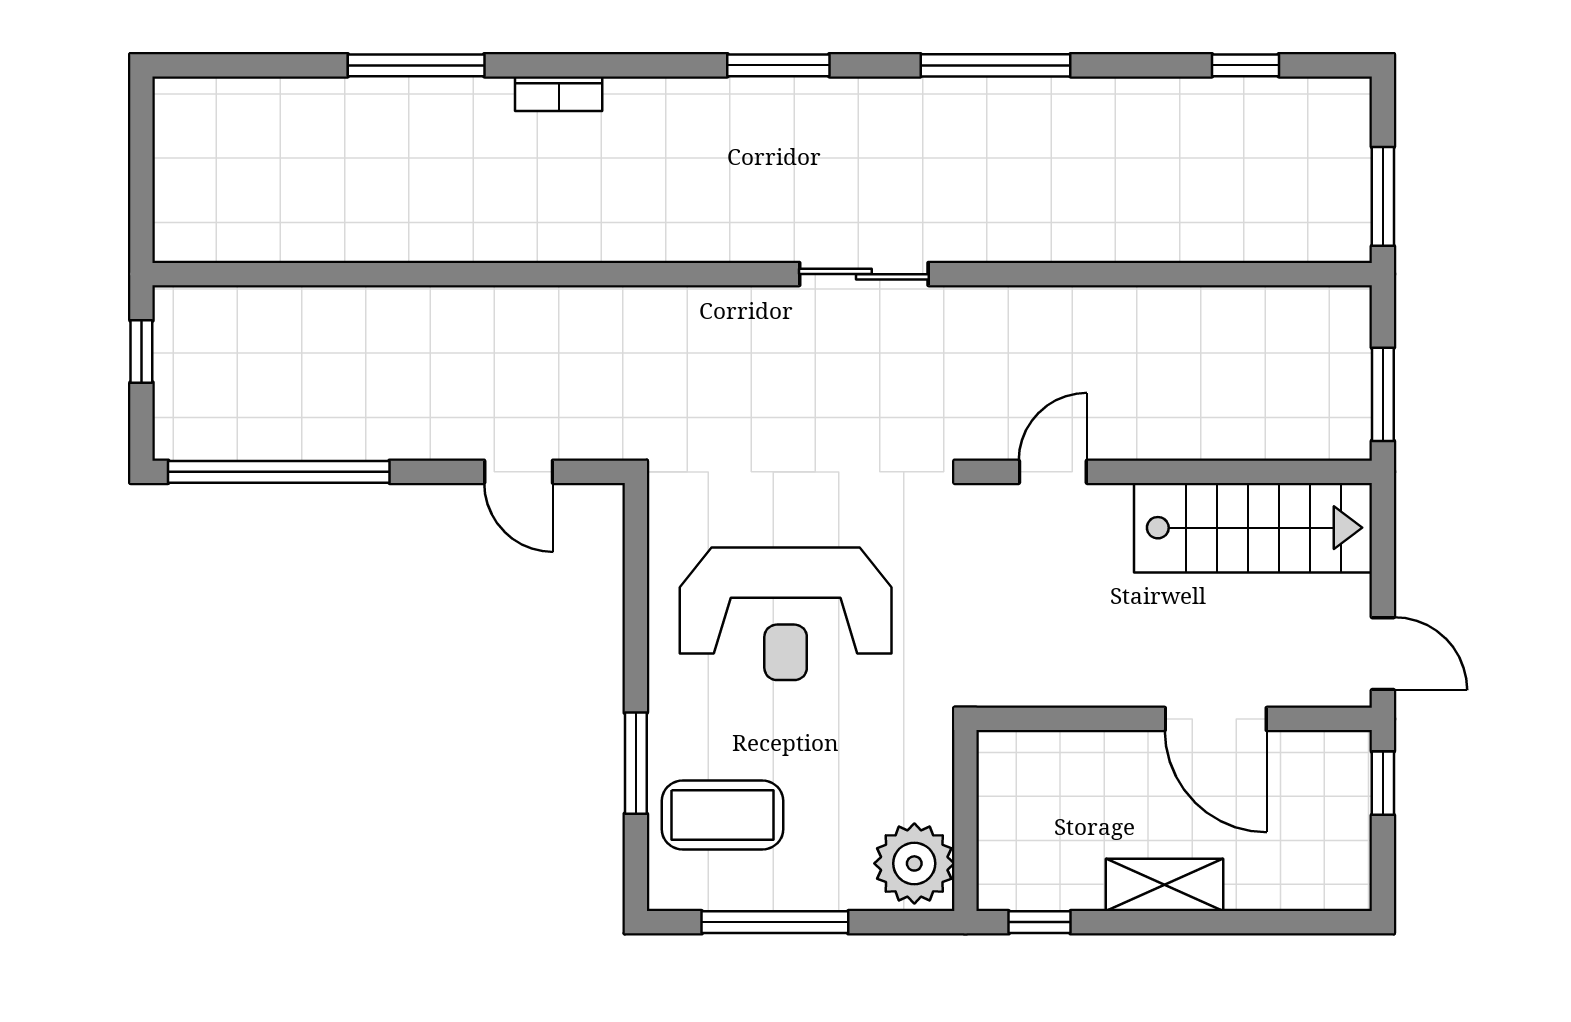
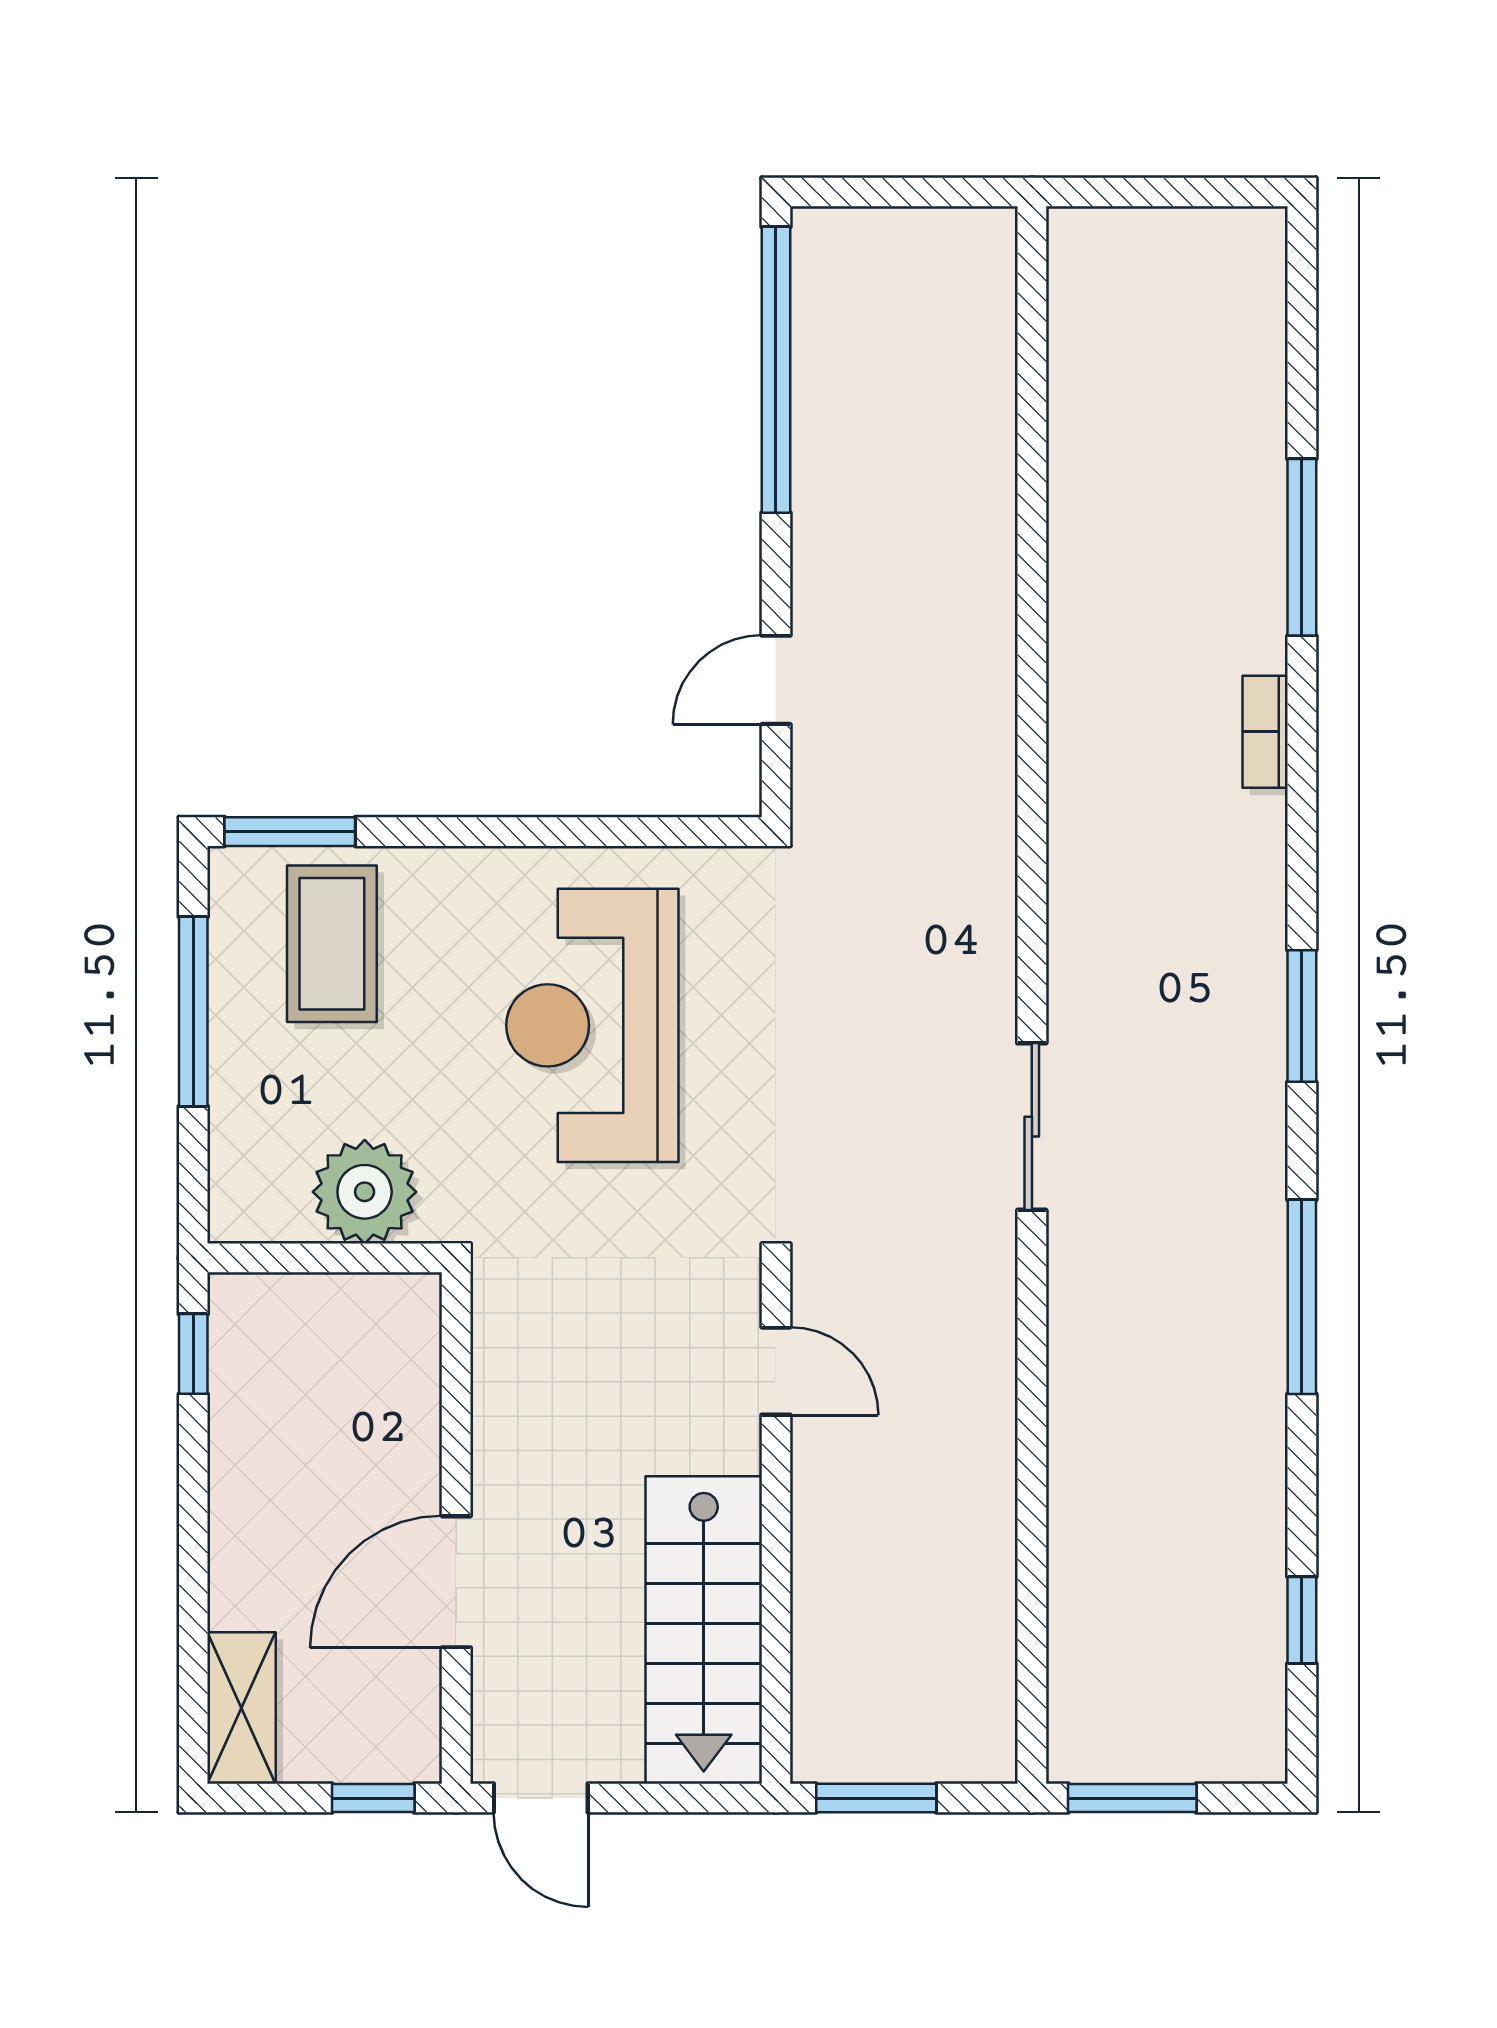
window: (141, 351) -> (932, 192), removed
door: (1383, 654) -> (541, 1798), hinge flipped
window: (636, 763) -> (290, 832), moved
plant: (914, 863) -> (365, 1192), moved
shelving: (1165, 885) -> (242, 1708), moved

